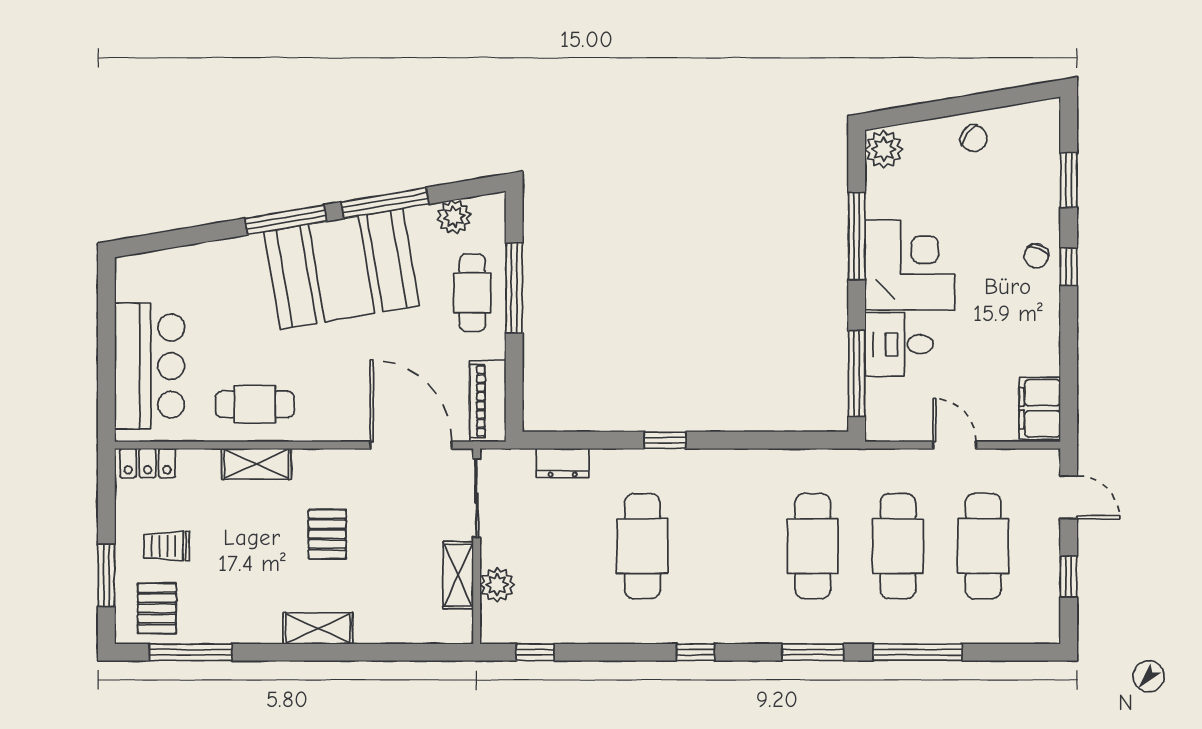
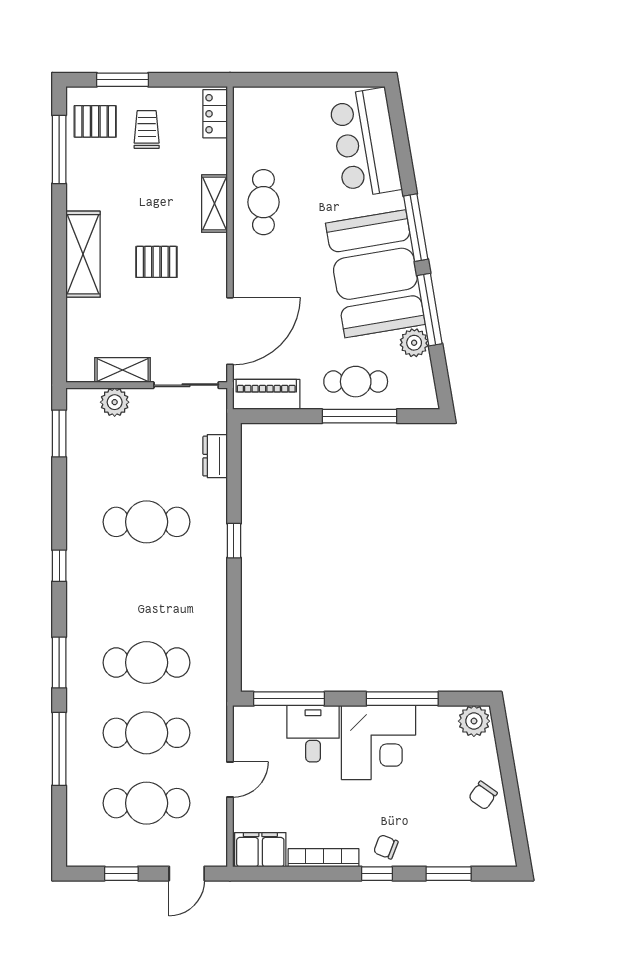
plant: (454, 217) -> (414, 343), moved
bookcase: (1049, 332) -> (324, 858), added
bar counter: (149, 366) -> (365, 143), moved, turned 80
shelving: (318, 628) -> (83, 254), width x1.50, depth x1.33
window: (535, 652) -> (59, 433), width x1.50

